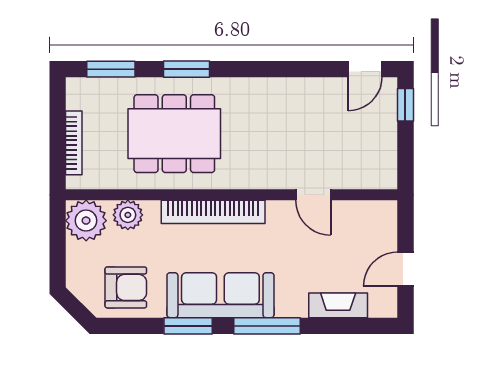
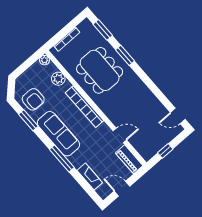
window: (405, 105) -> (165, 151), moved
door: (313, 195) -> (120, 135), swing flipped
piano: (366, 214) -> (129, 159), added
plant: (86, 221) -> (44, 60), width x0.53, depth x0.53
window: (188, 326) -> (28, 120), moved

